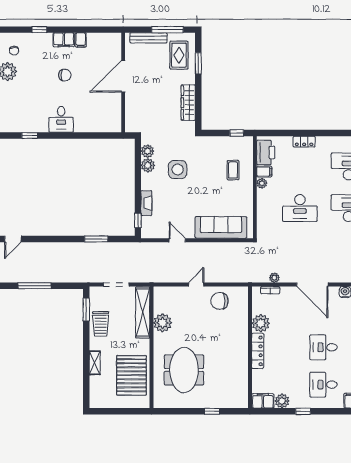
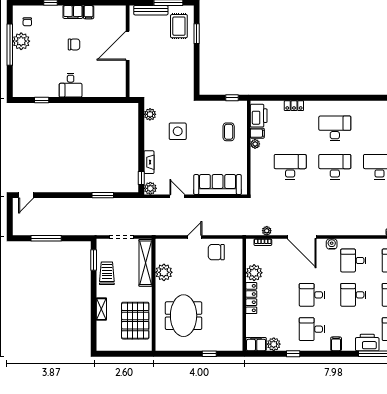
wardrobe: (188, 103) -> (187, 70), removed
plant: (148, 165) -> (150, 188), moved
desk: (300, 208) -> (290, 167), turned 180
trolley: (101, 324) -> (107, 273), turned 180

